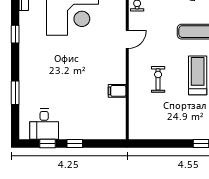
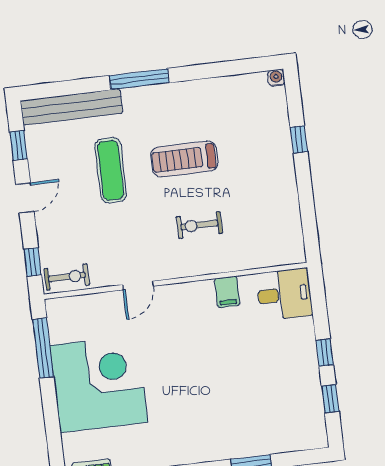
door: (127, 39) -> (138, 285), swing flipped
desk: (44, 124) -> (284, 294), moved

